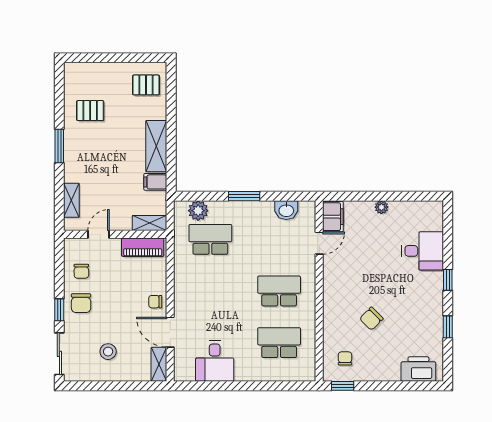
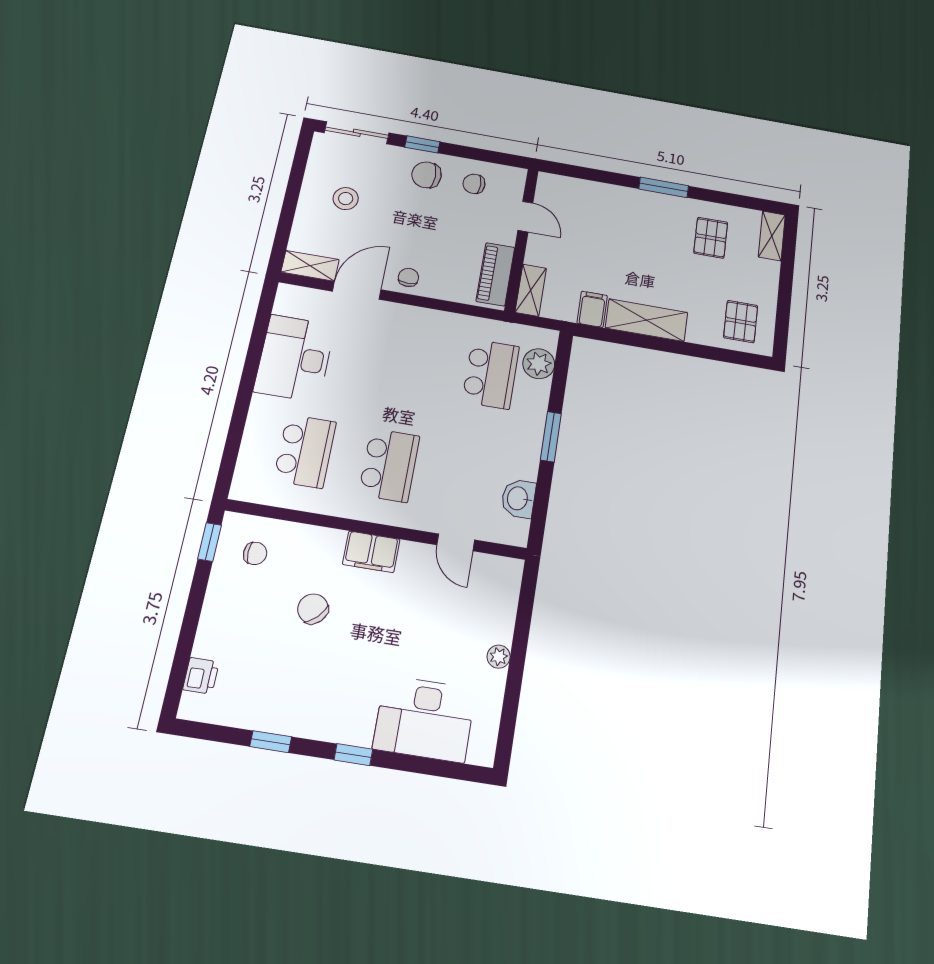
shelving: (71, 200) -> (772, 236), moved, turned 90
filing cabinet: (333, 217) -> (371, 552), moved
desk: (423, 251) -> (425, 719), width x1.37
desk: (215, 361) -> (295, 358), width x1.37
printer: (418, 369) -> (201, 676), width x0.53, depth x0.68

